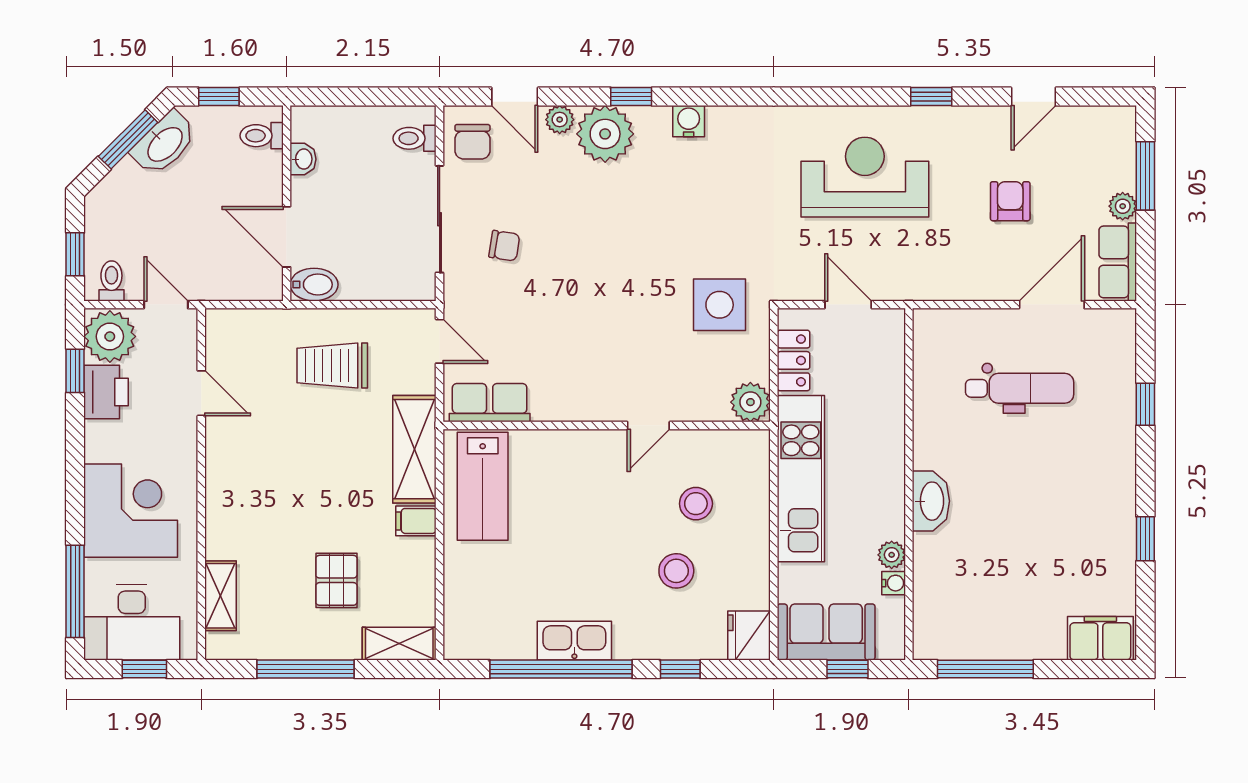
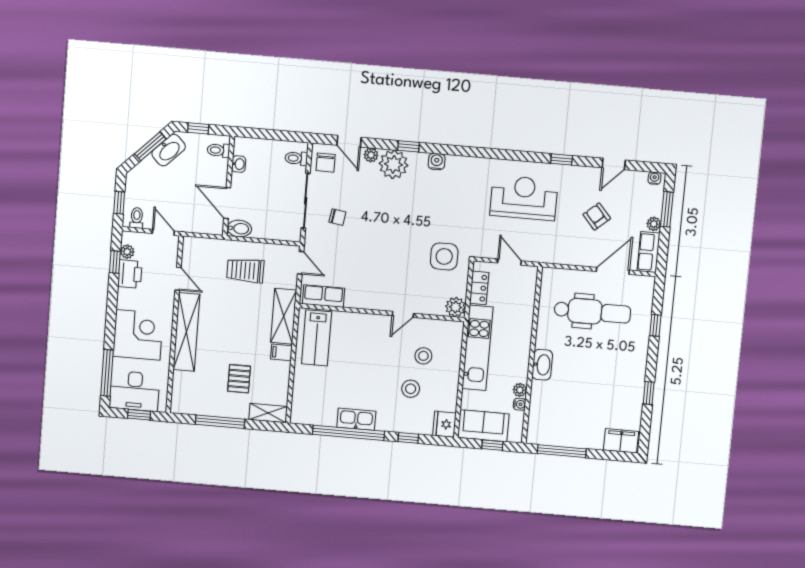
water cooler: (1115, 117) -> (655, 178), added
armchair: (1010, 201) -> (597, 216), turned -41
plant: (110, 336) -> (127, 252), width x0.53, depth x0.53
dental chair: (1020, 388) -> (592, 312), width x1.36, depth x1.38
shelving: (221, 596) -> (186, 332), moved, width x2.20, depth x1.33

